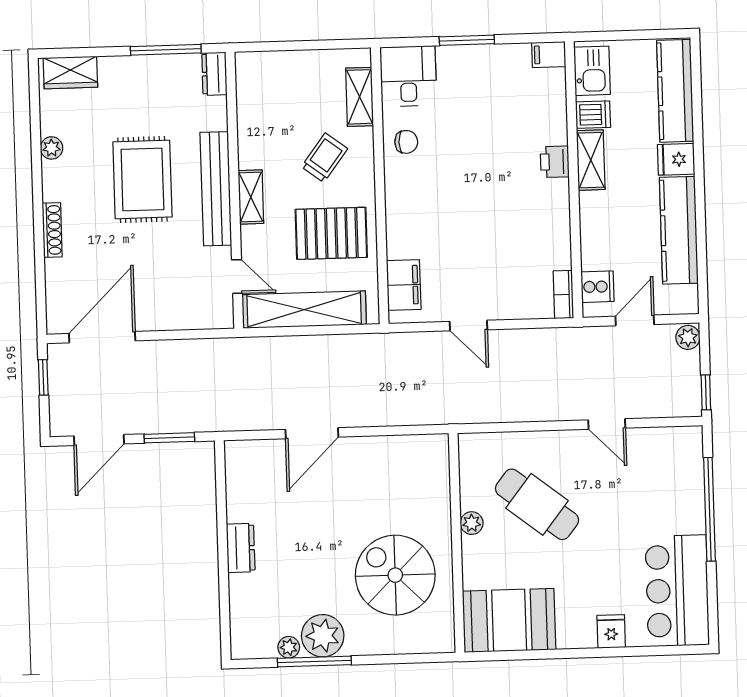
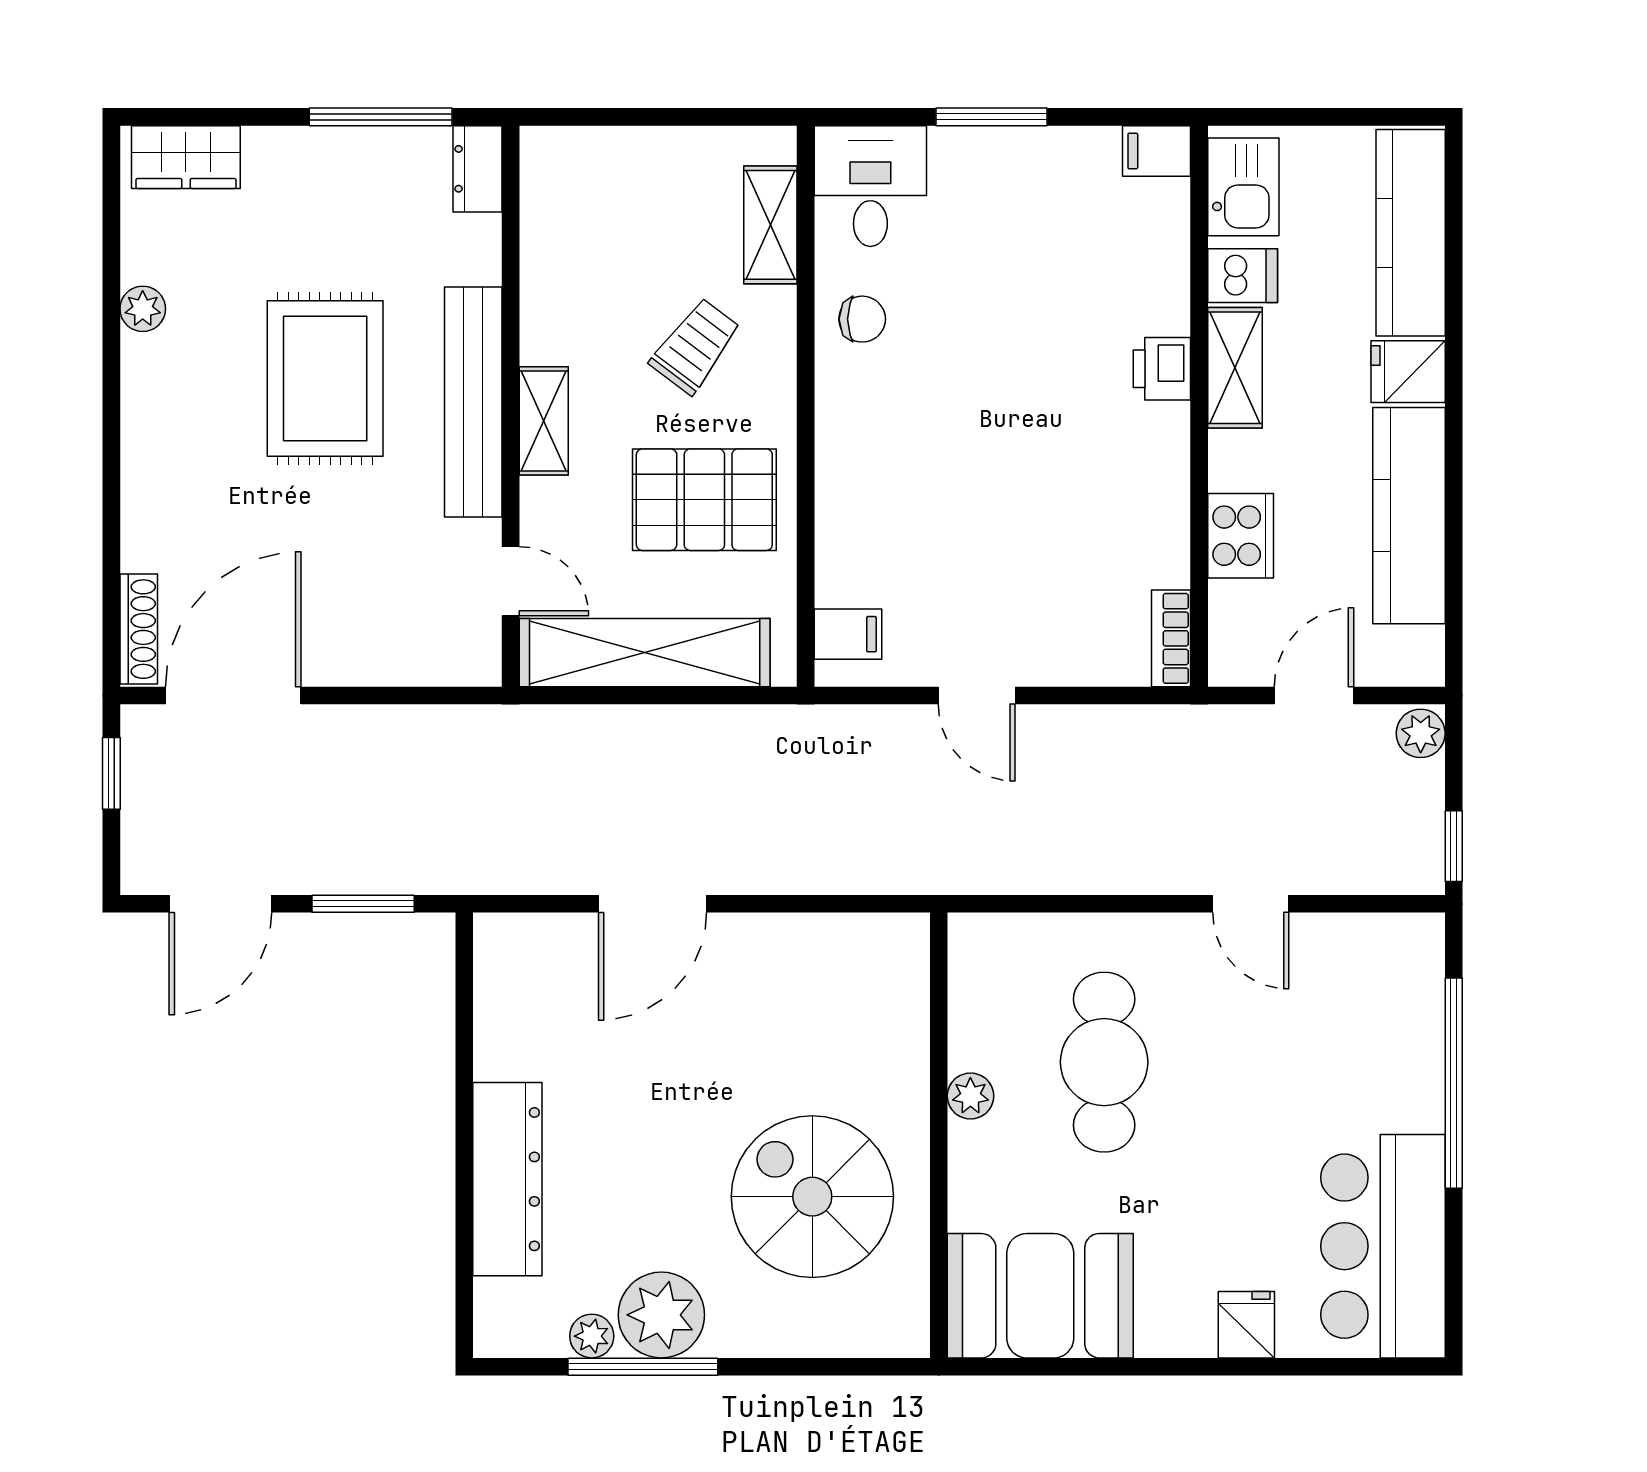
shoe rack: (52, 230) -> (139, 629), moved
filing cabinet: (404, 285) -> (848, 634), width x0.50
cooker: (597, 287) -> (1241, 536), moved, width x1.36
cafe table: (537, 504) -> (1104, 1062), turned 52
dresser: (241, 548) -> (507, 1179), width x1.96, depth x1.24

